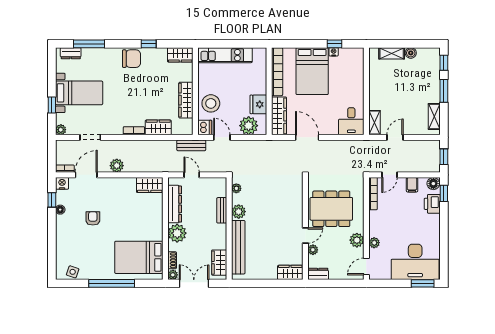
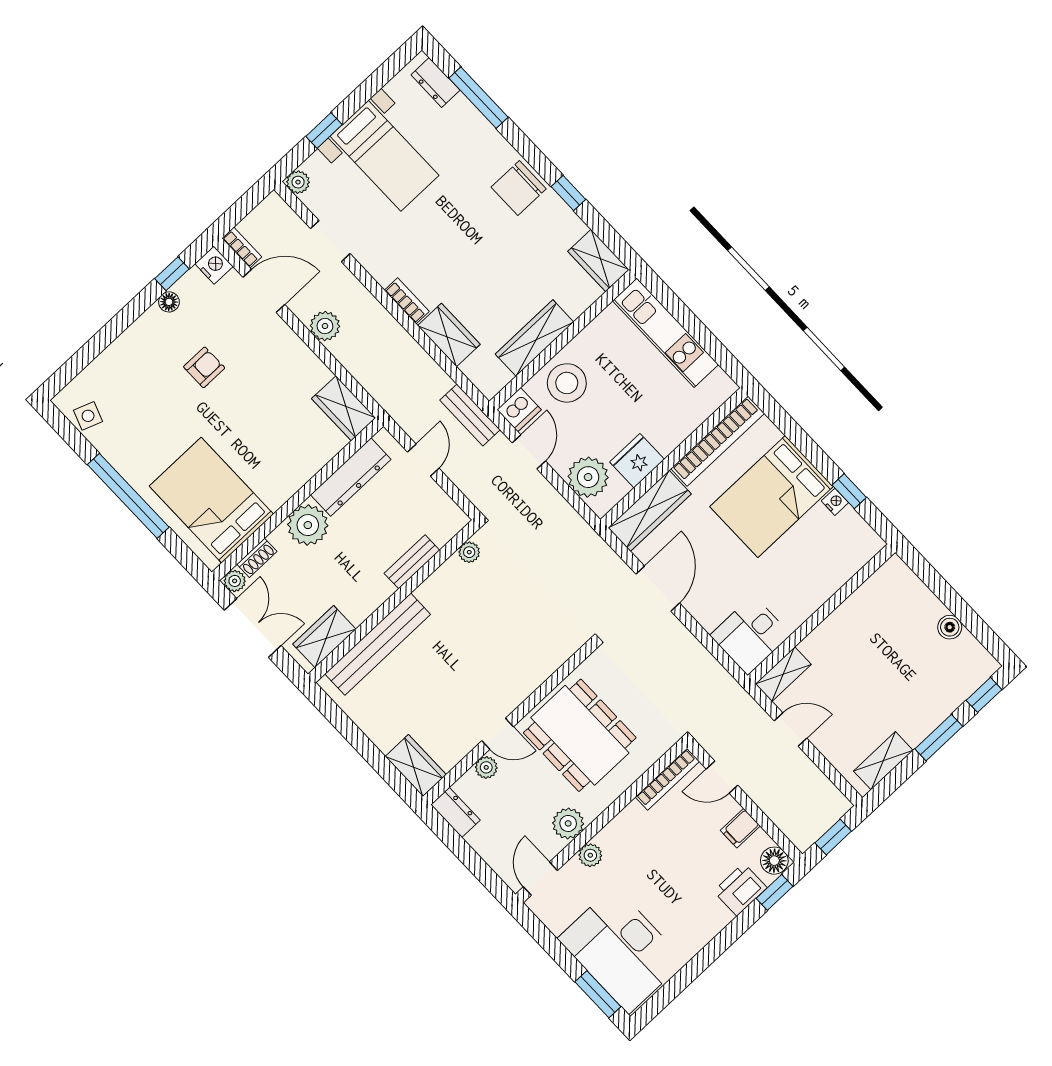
shelving: (392, 53) -> (920, 597), removed
chair: (131, 59) -> (519, 188), turned 90
plant: (239, 212) -> (435, 591), removed
door: (366, 266) -> (540, 879), hinge flipped

